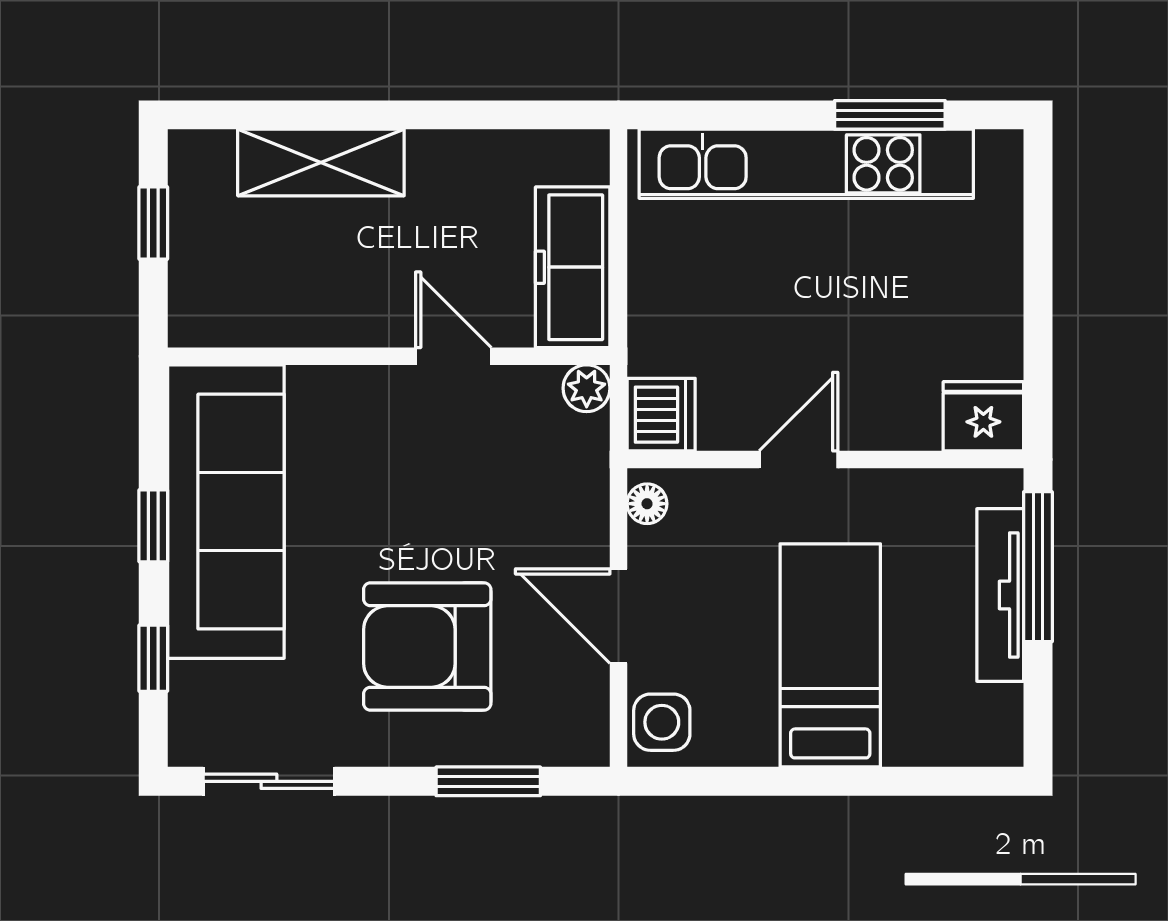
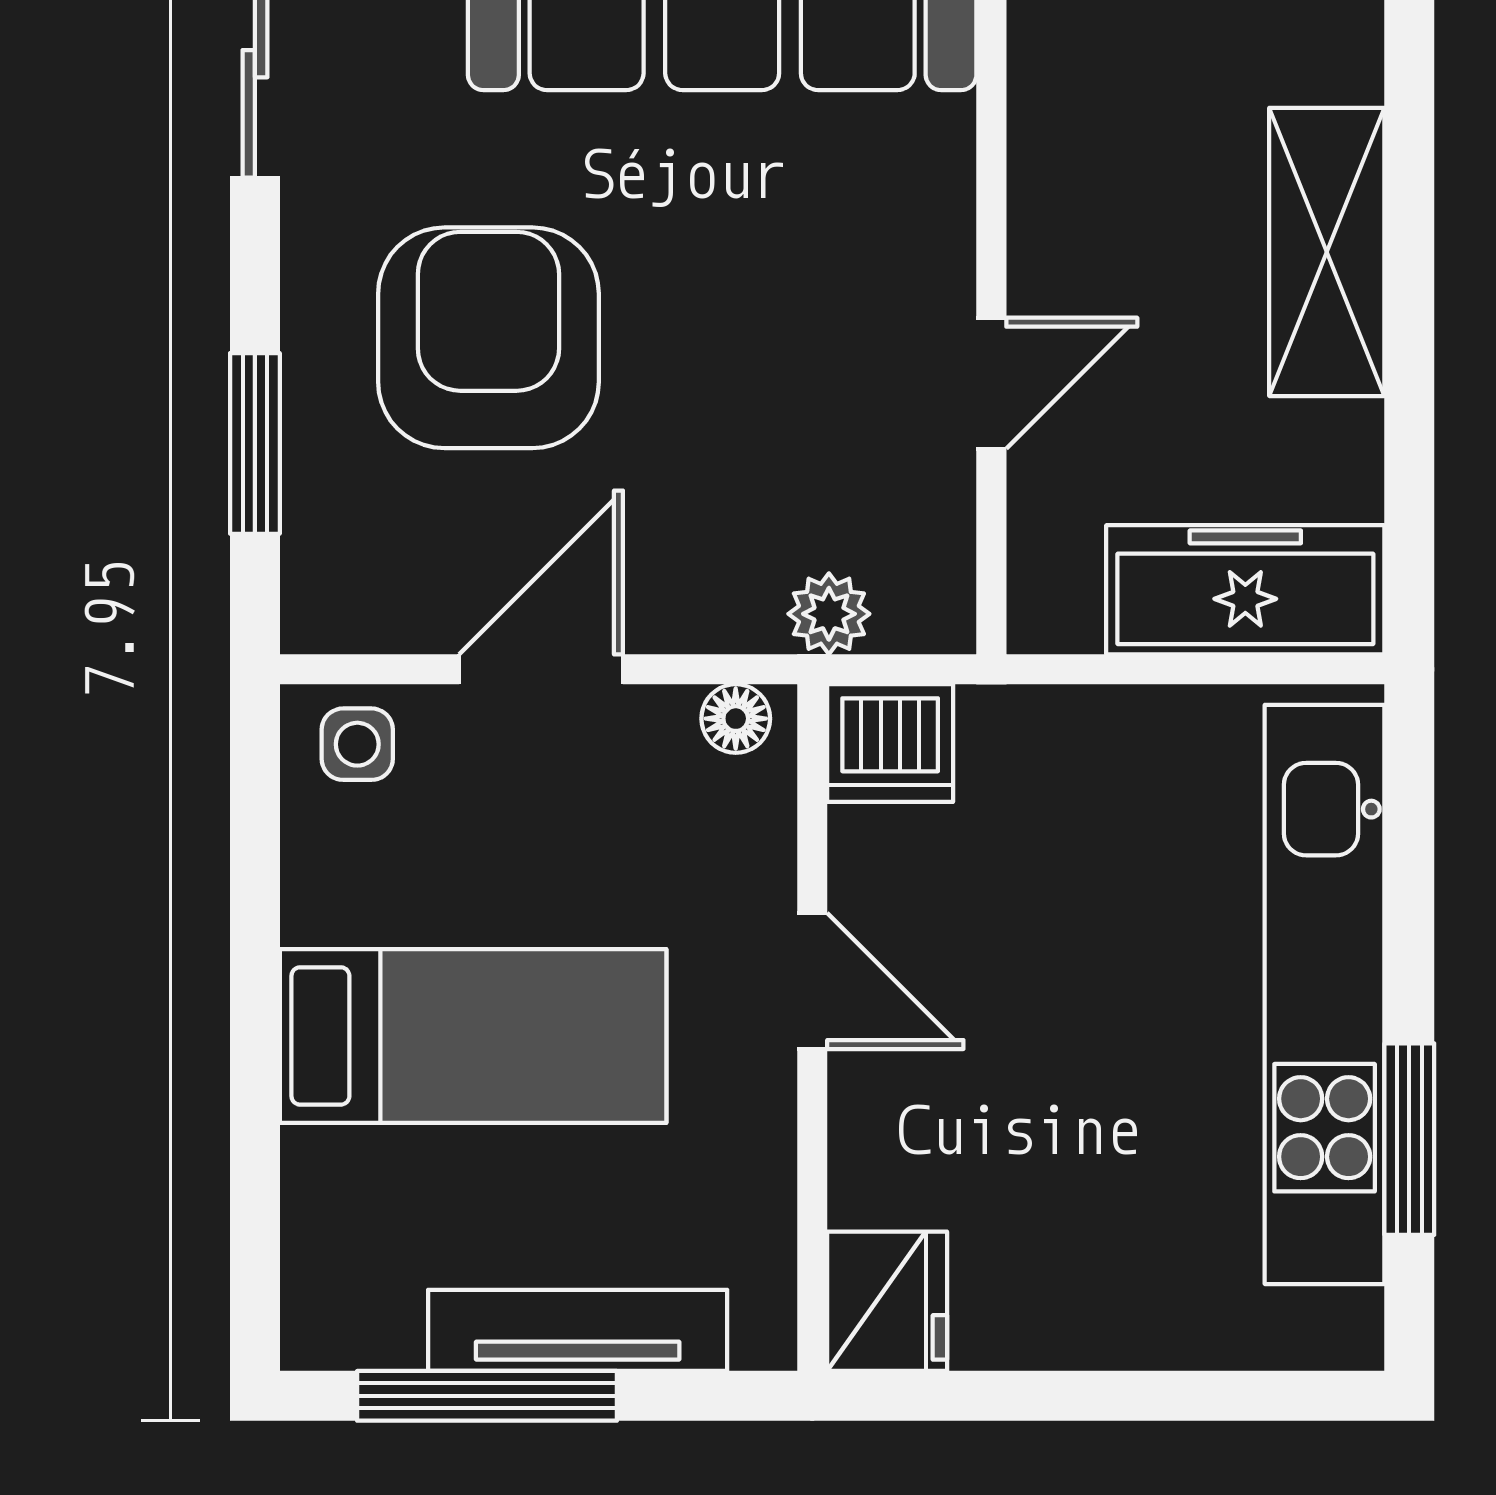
shelving: (321, 163) -> (1327, 252), moved
freezer: (573, 267) -> (1245, 590), moved
plant: (587, 388) -> (829, 614), moved
window: (1038, 567) -> (487, 1396), moved
side table: (662, 722) -> (357, 744), width x0.73, depth x0.73

